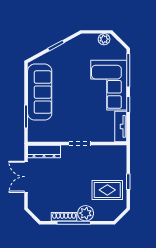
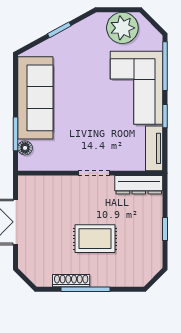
plant: (104, 39) -> (122, 28), width x1.87, depth x1.87
floor lamp: (33, 126) -> (25, 148), added
dresser: (44, 151) -> (139, 185), moved
rug: (107, 190) -> (95, 239), moved
plant: (86, 213) -> (103, 275), removed

